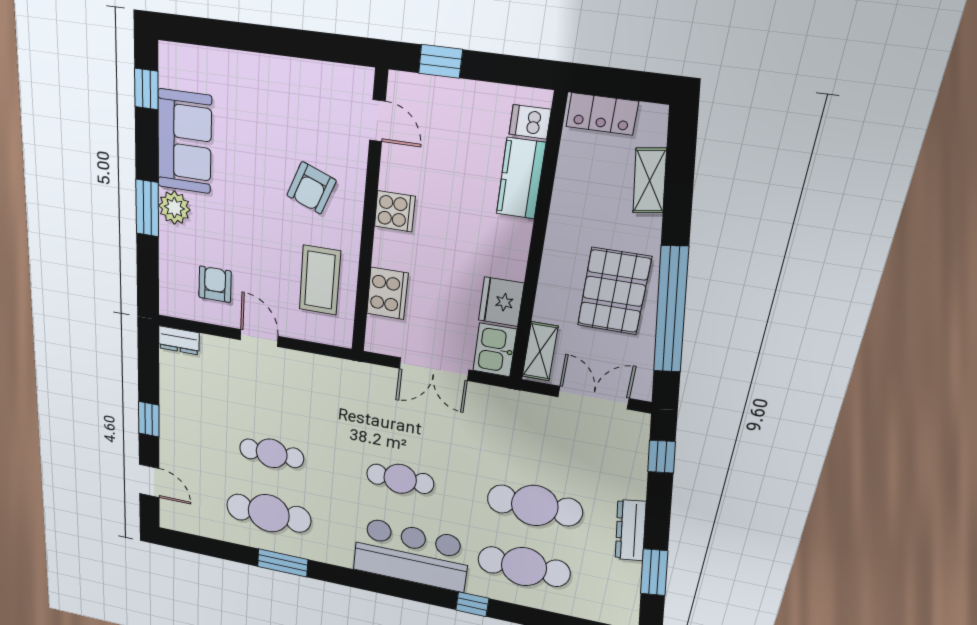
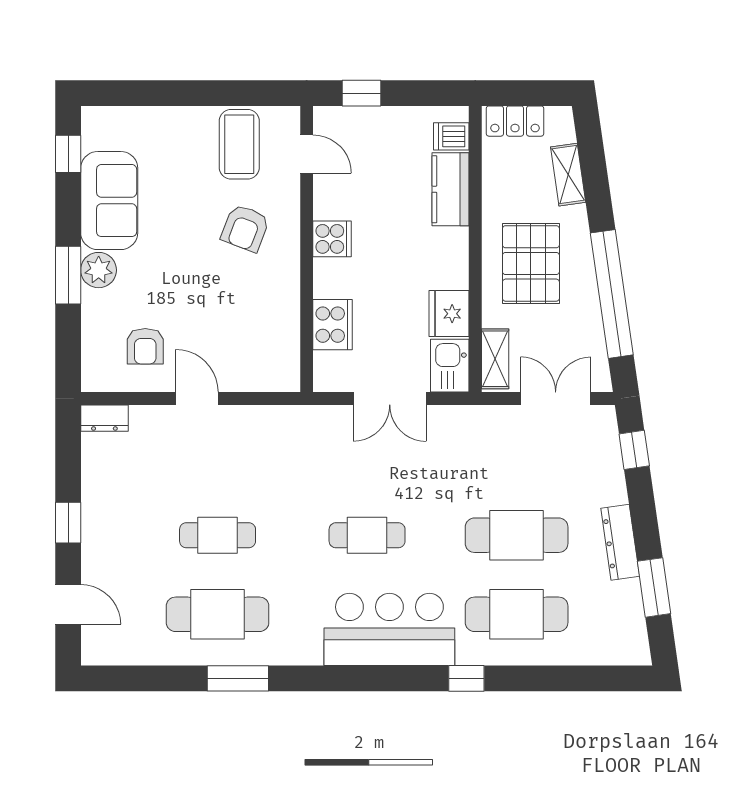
coffee table: (320, 280) -> (239, 144), moved
armchair: (215, 284) -> (145, 346), turned 180
pallet: (614, 291) -> (531, 263), moved

